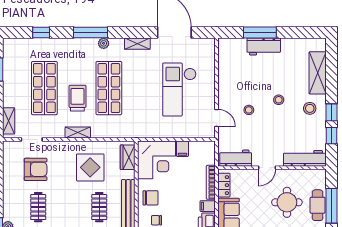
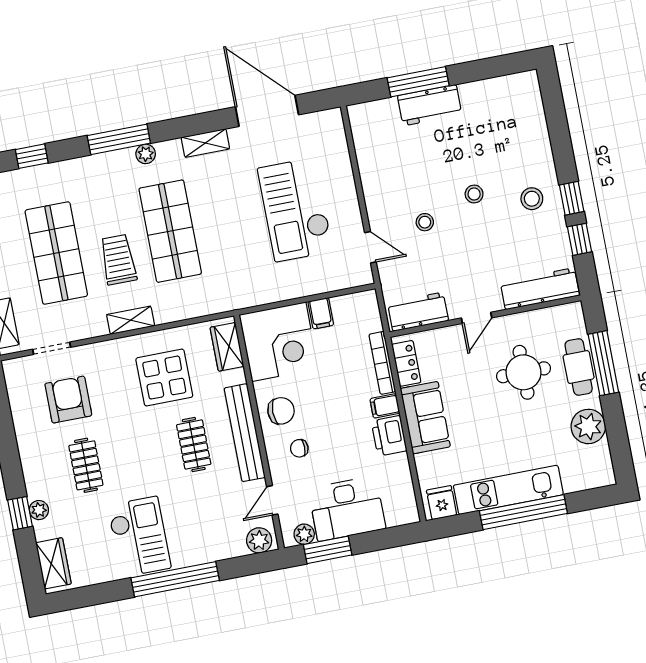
shelving: (318, 73) -> (534, 133), removed
armchair: (36, 169) -> (68, 400), turned -90

